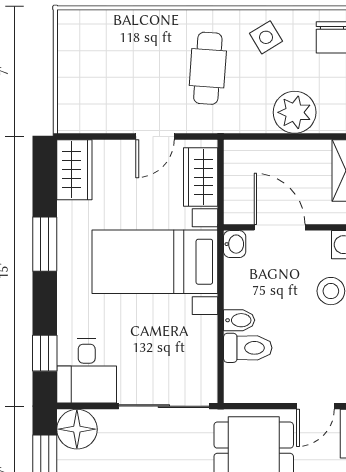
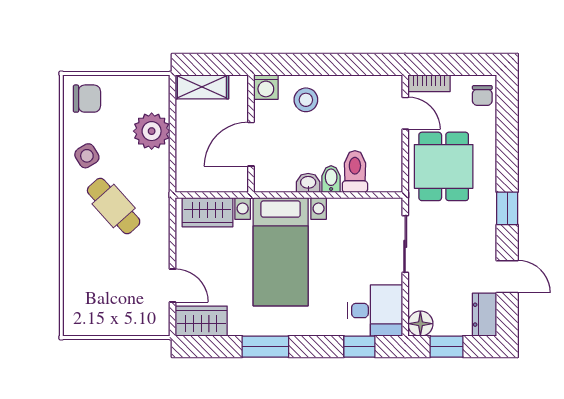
cafe table: (208, 68) -> (114, 206), turned 44
door: (155, 137) -> (173, 285), moved
washbasin: (235, 244) -> (308, 183), moved
sliding door: (164, 406) -> (405, 244), width x0.73
floor lamp: (77, 429) -> (420, 324), width x0.73, depth x0.73

